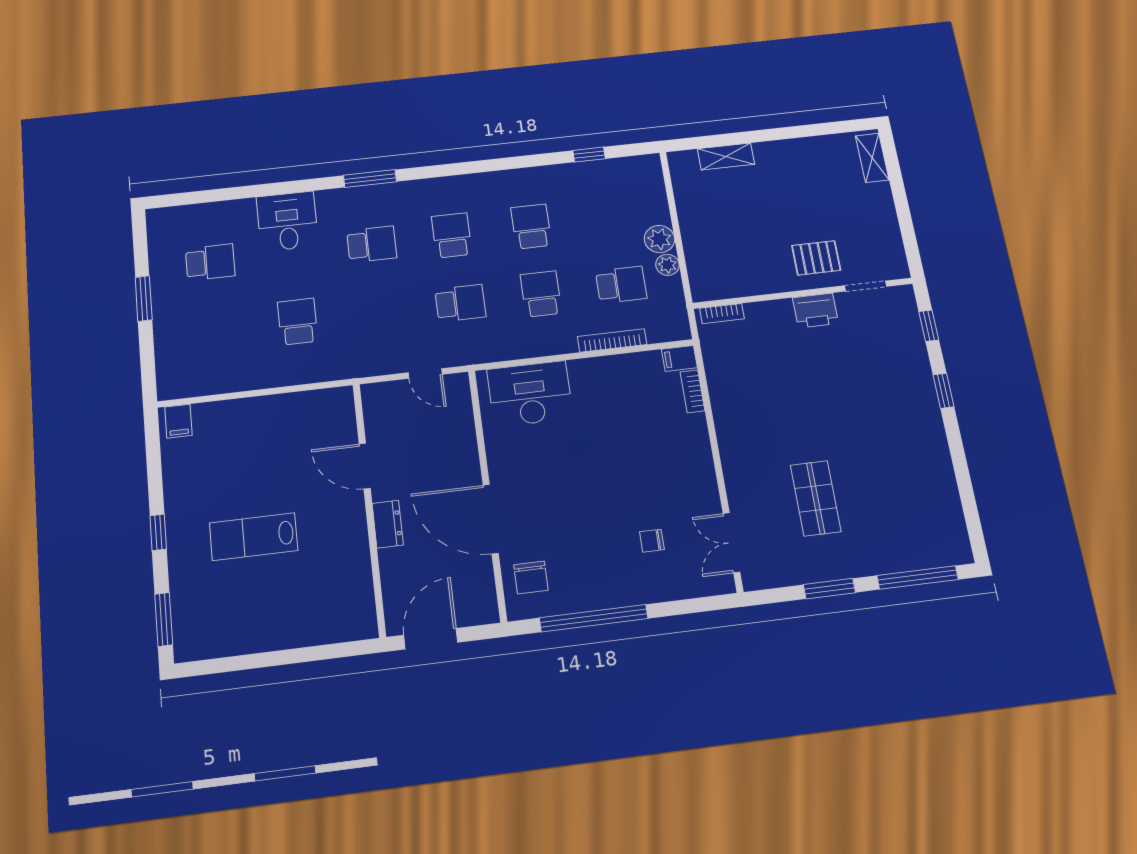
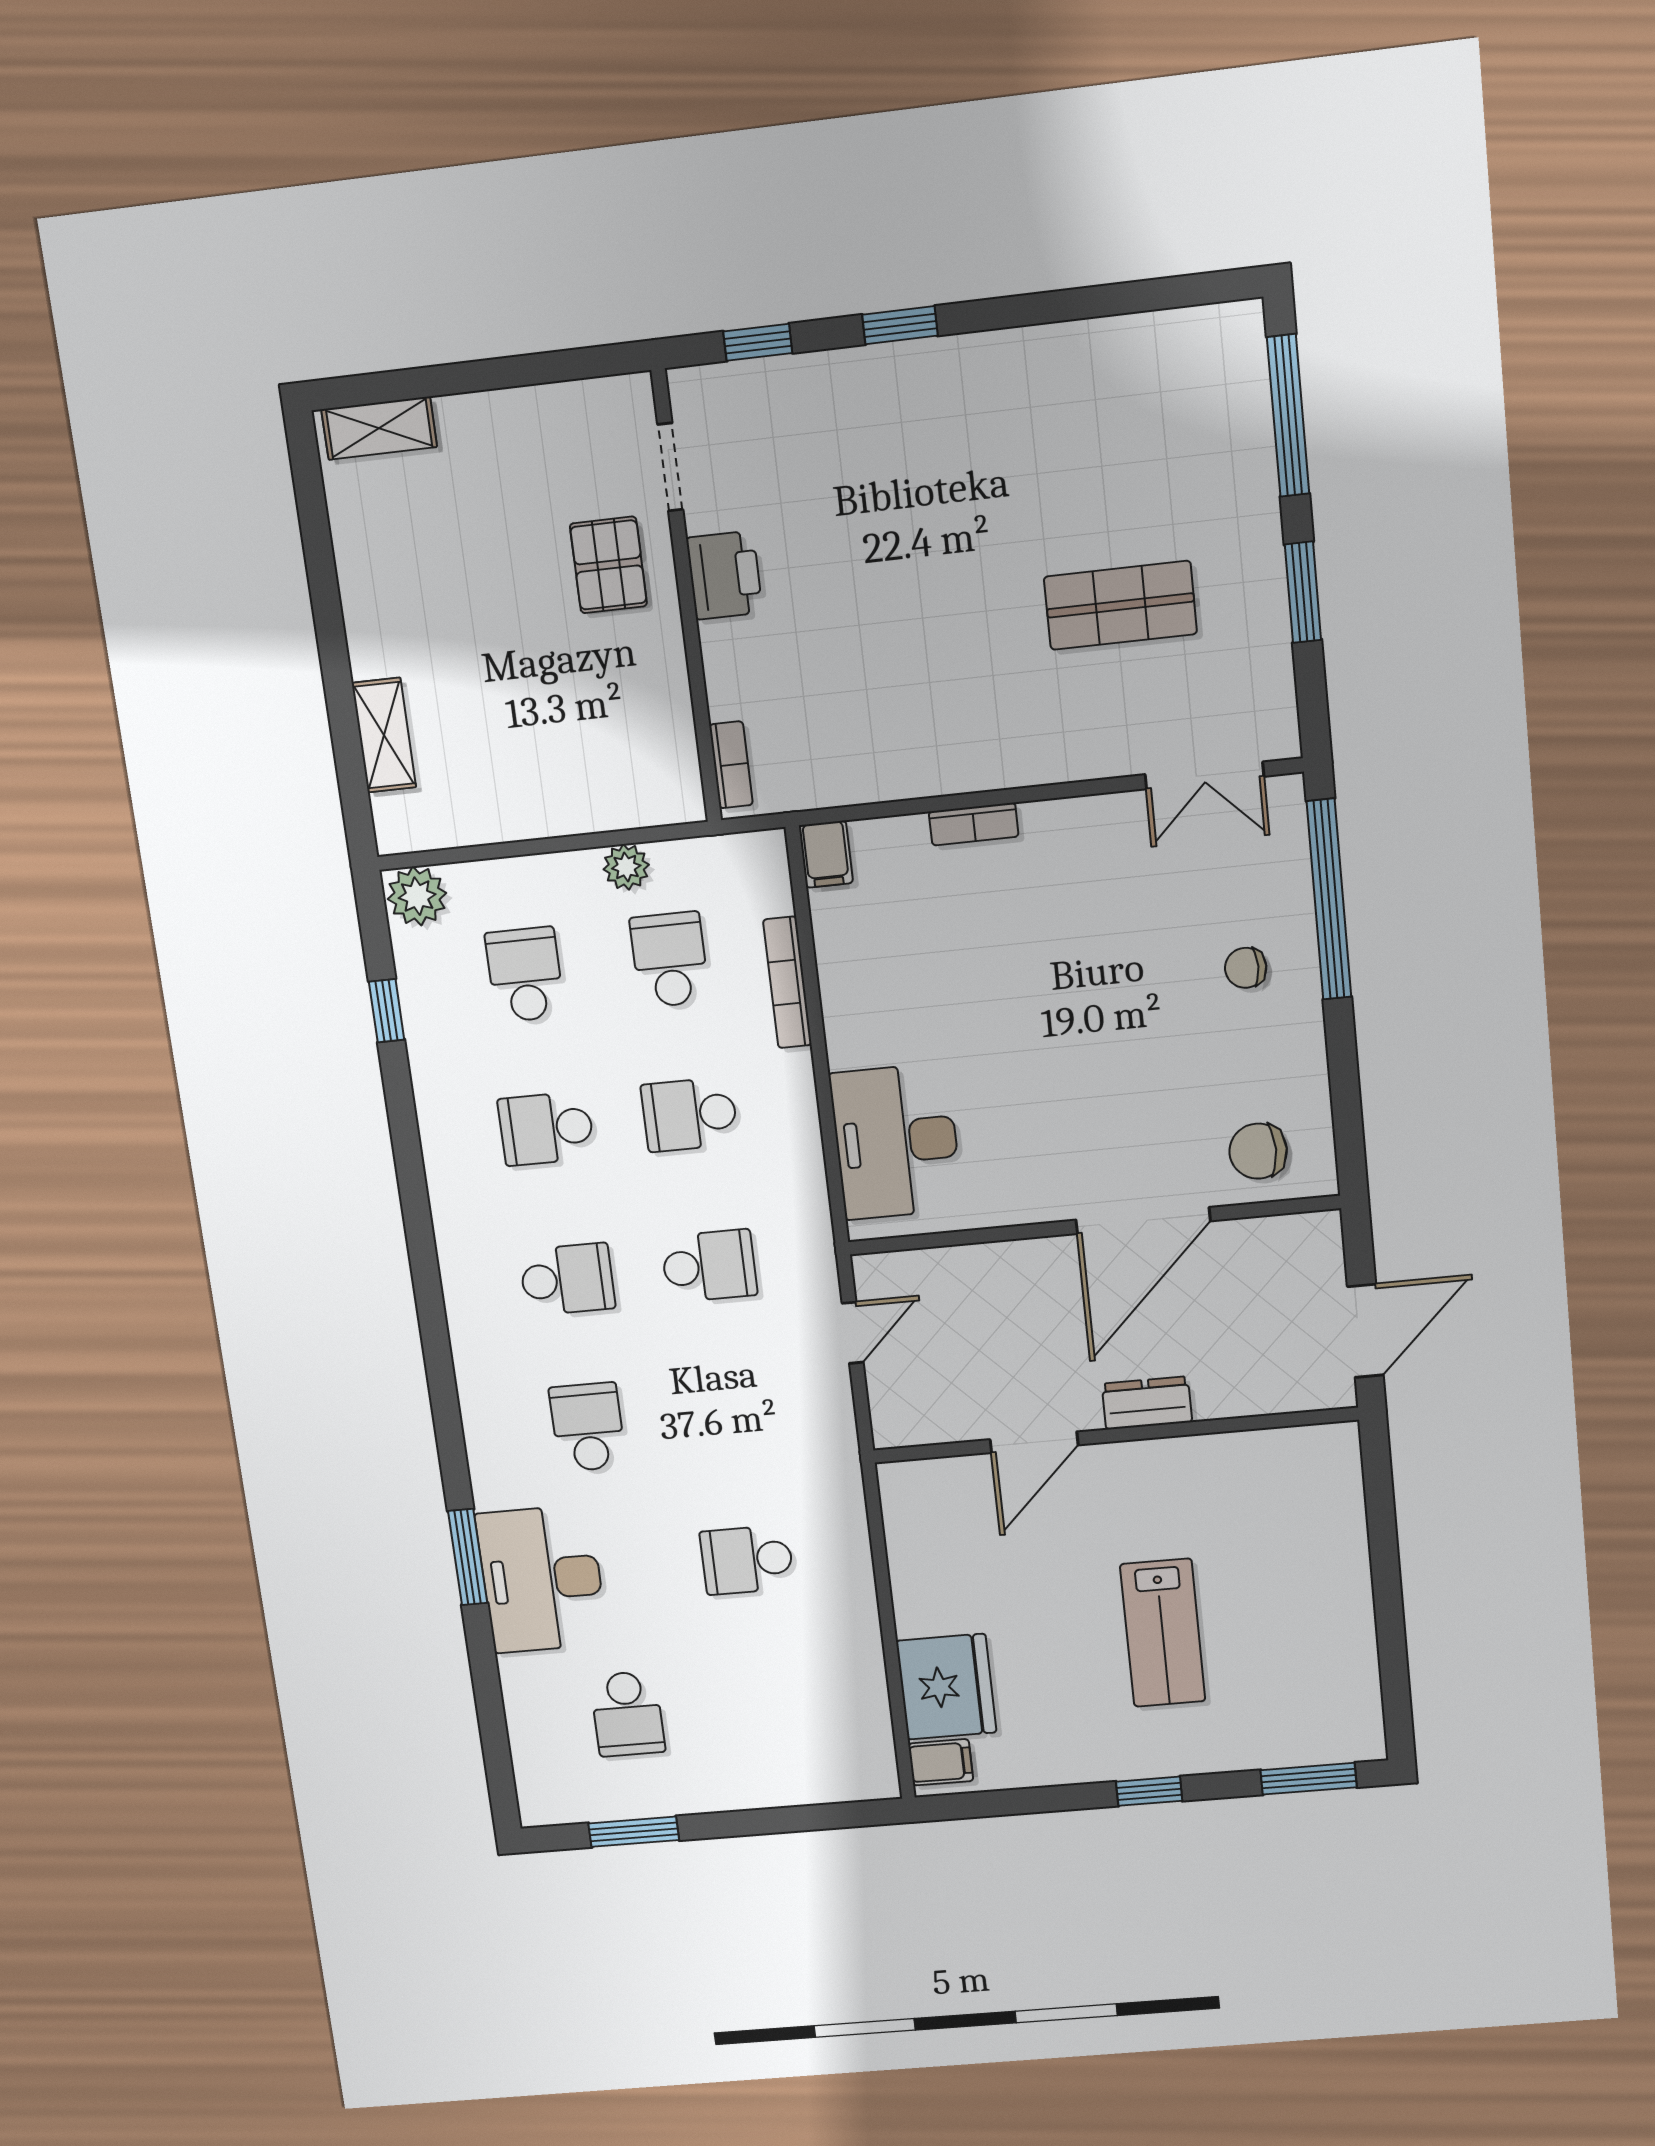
window: (370, 178) -> (468, 1557), moved
school desk: (610, 218) -> (525, 975), added
desk: (287, 221) -> (542, 1579), width x1.37
school desk: (452, 235) -> (567, 1279), turned 180
plant: (659, 239) -> (417, 896), moved
school desk: (210, 262) -> (627, 1714), turned 180
window: (144, 299) -> (634, 1832), moved
school desk: (460, 303) -> (709, 1266), turned 90
bookcase: (692, 391) -> (974, 824), moved
fridge: (223, 423) -> (946, 1687), added
chair: (652, 541) -> (1246, 968), moved, turned 90
chair: (531, 577) -> (1258, 1151), turned 180
window: (594, 618) -> (1329, 899), moved
door: (431, 639) -> (1365, 1331), swing flipped

